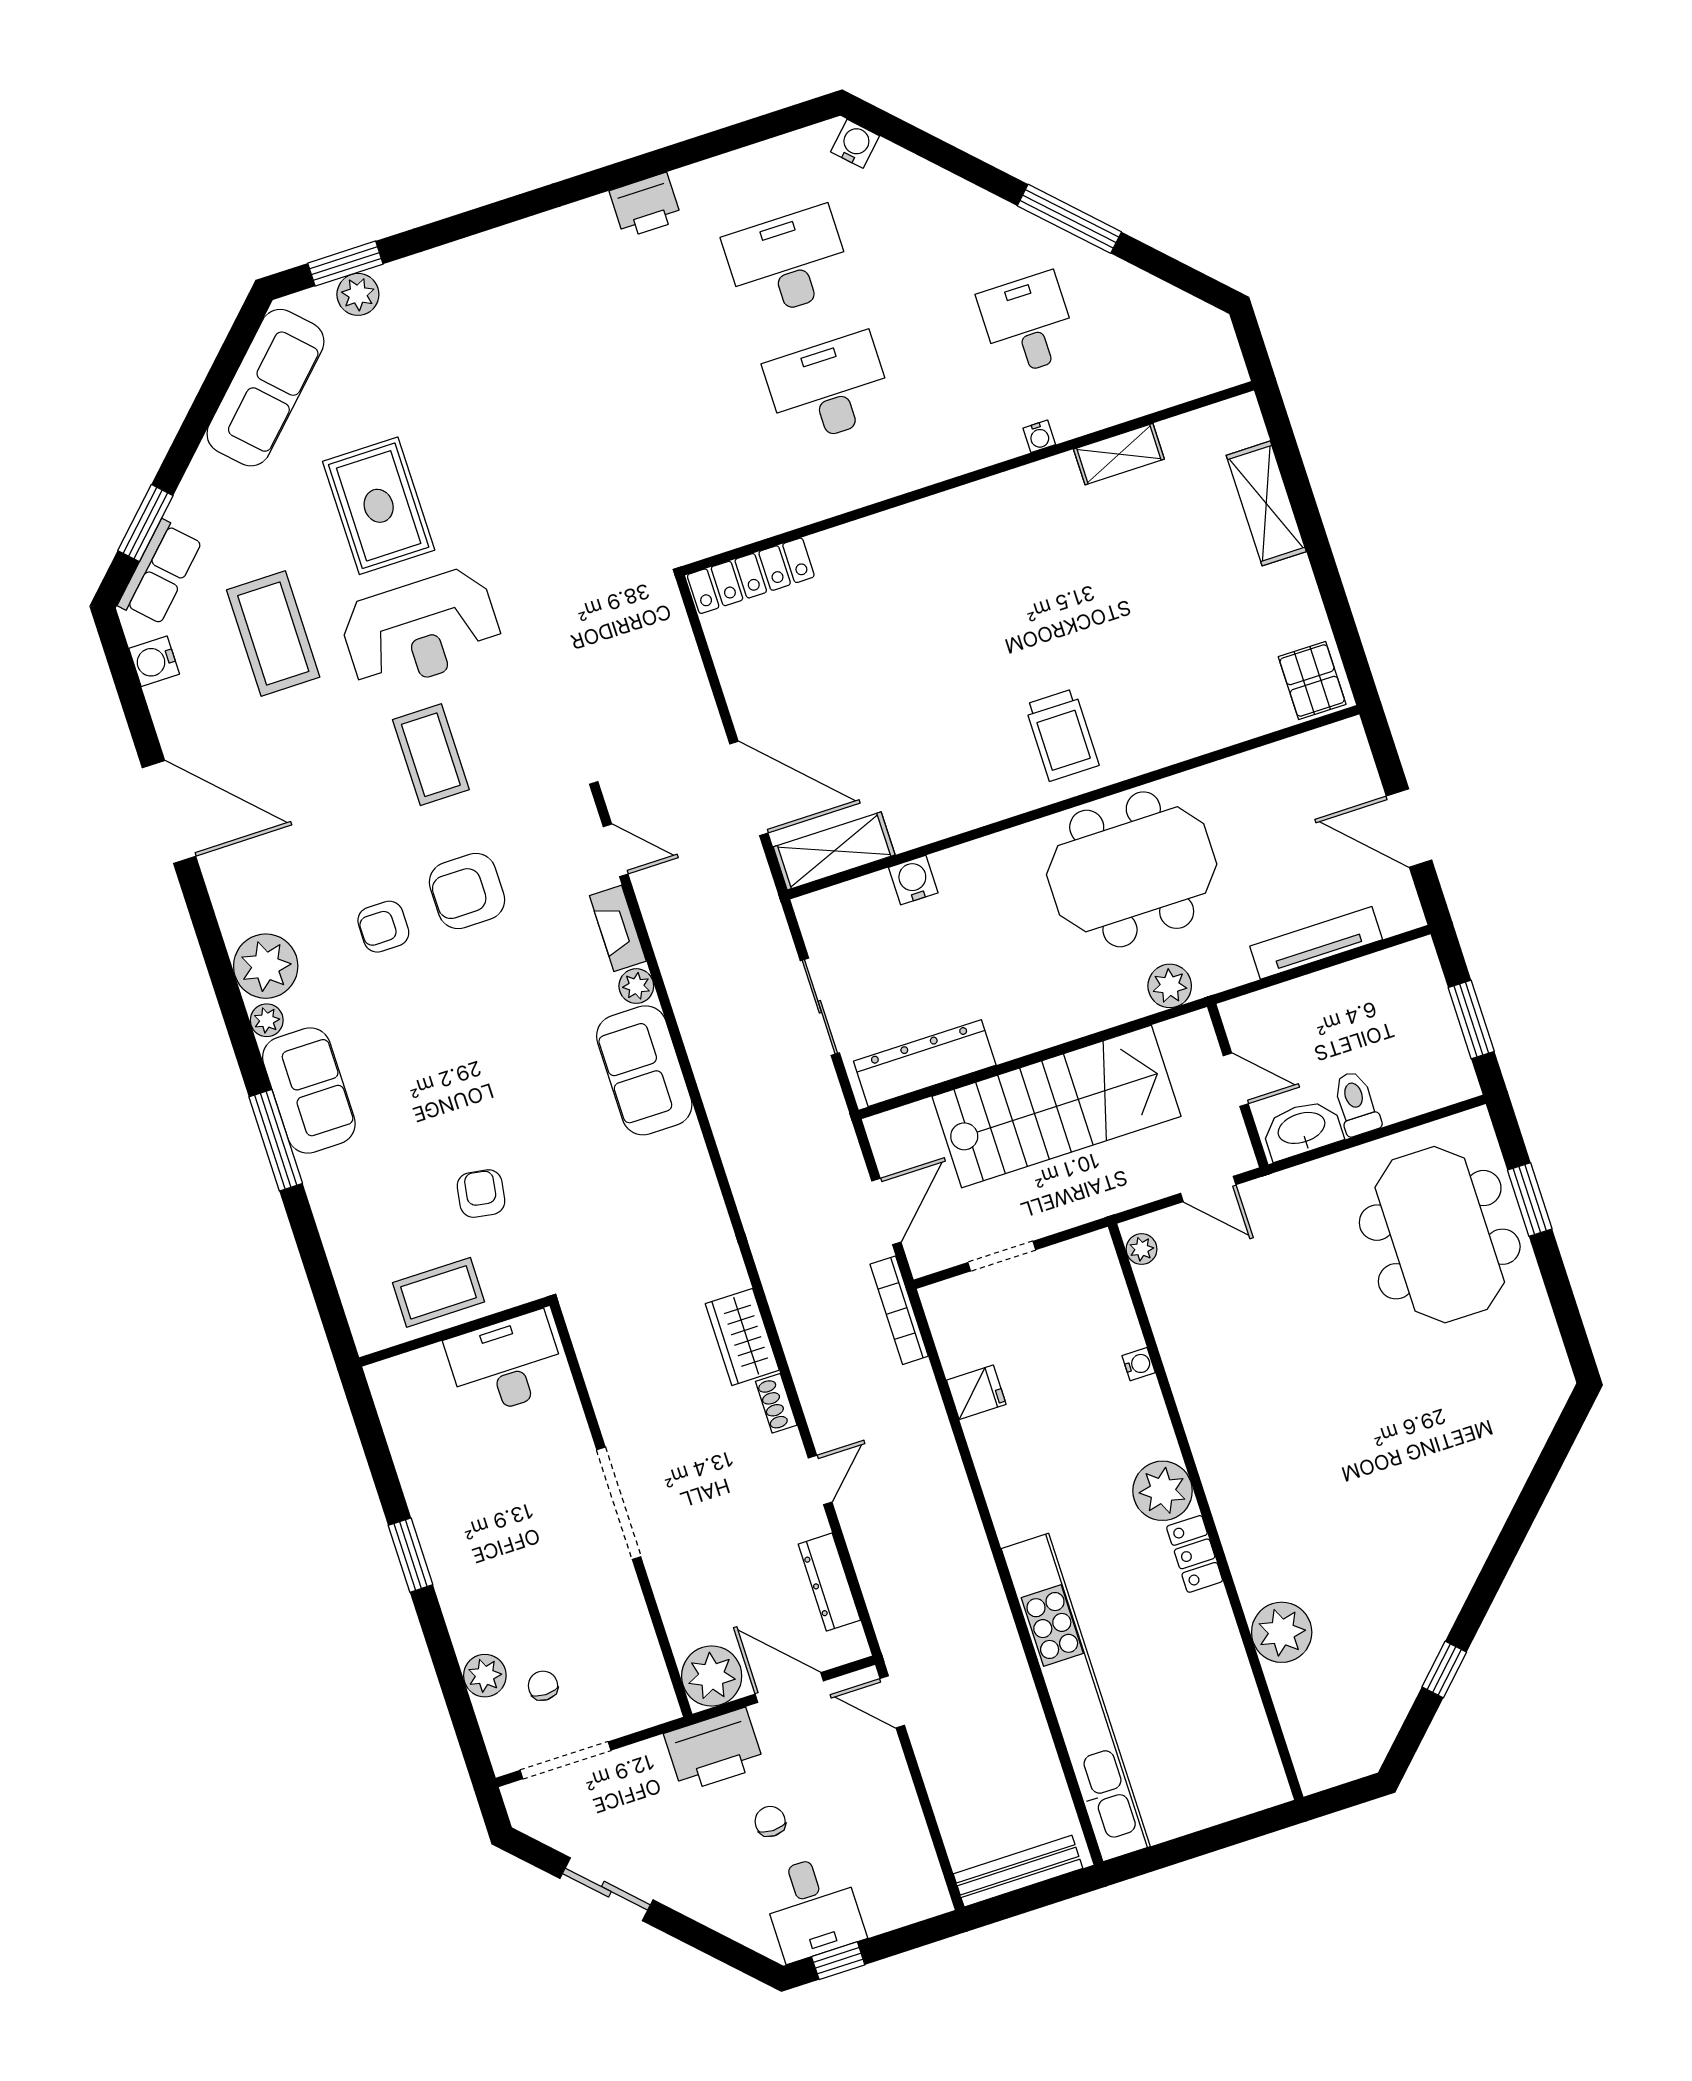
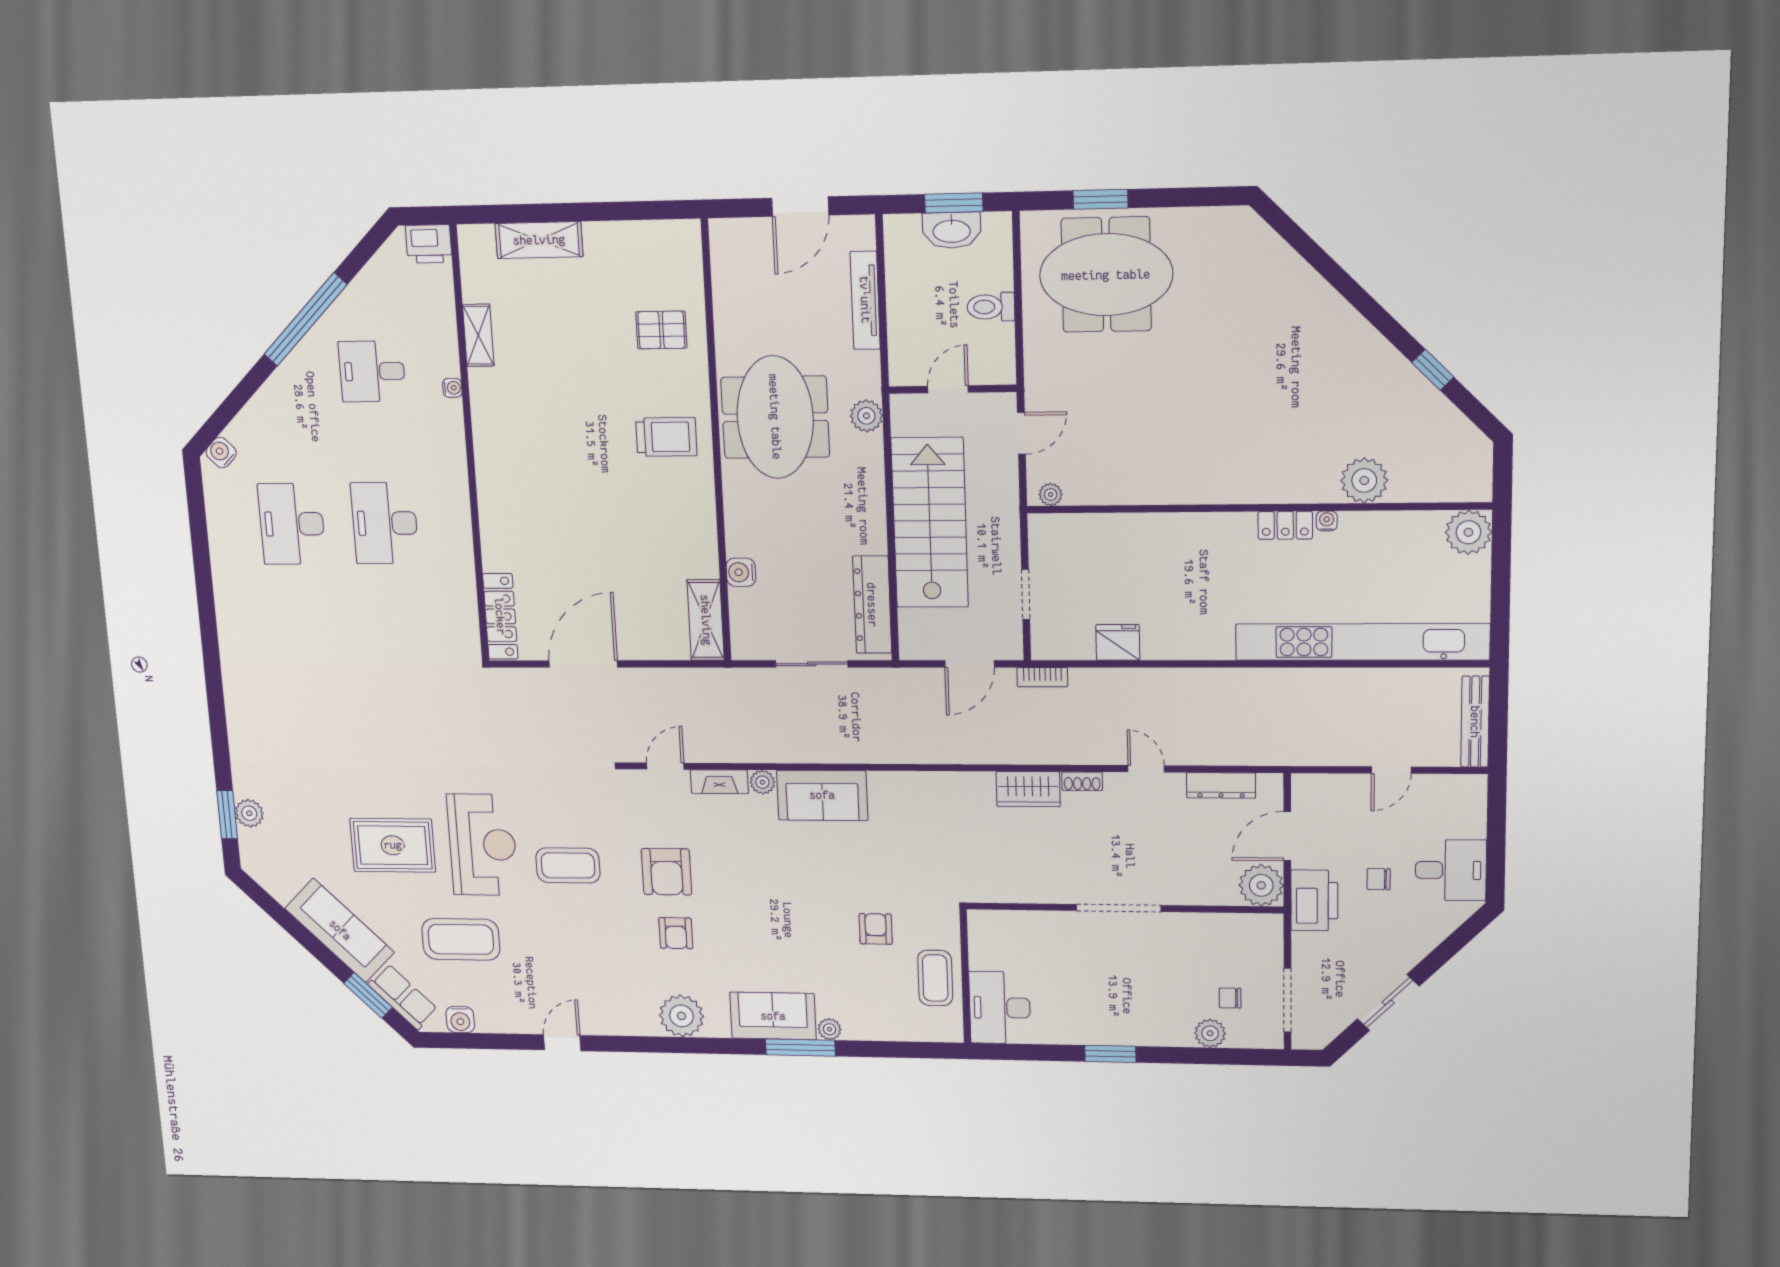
printer: (645, 205) -> (429, 244), moved, turned 90
window: (1069, 219) -> (306, 319), width x1.46
sofa: (265, 388) -> (340, 930), moved
pallet: (1312, 680) -> (661, 330), moved
door: (749, 788) -> (583, 664), moved
door: (169, 812) -> (562, 1043), width x0.53
plant: (267, 1020) -> (830, 1029), moved
washbasin: (1302, 1129) -> (952, 230), moved, turned -90
armchair: (481, 1194) -> (876, 929), turned 81
door: (886, 1212) -> (970, 664), swing flipped
bookcase: (899, 1310) -> (1042, 677), width x0.64
desk: (506, 1364) -> (1000, 1008), moved
water cooler: (1139, 1364) -> (1327, 521), moved
fridge: (976, 1392) -> (1118, 642), width x1.38
plant: (1163, 1491) -> (1468, 532), moved
door: (892, 1702) -> (1391, 770), moved
window: (838, 1961) -> (1496, 865), removed

